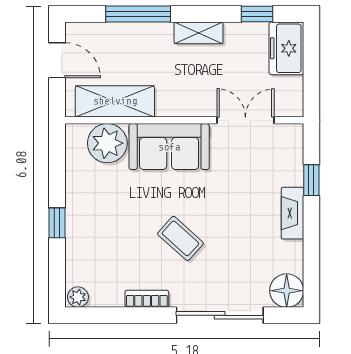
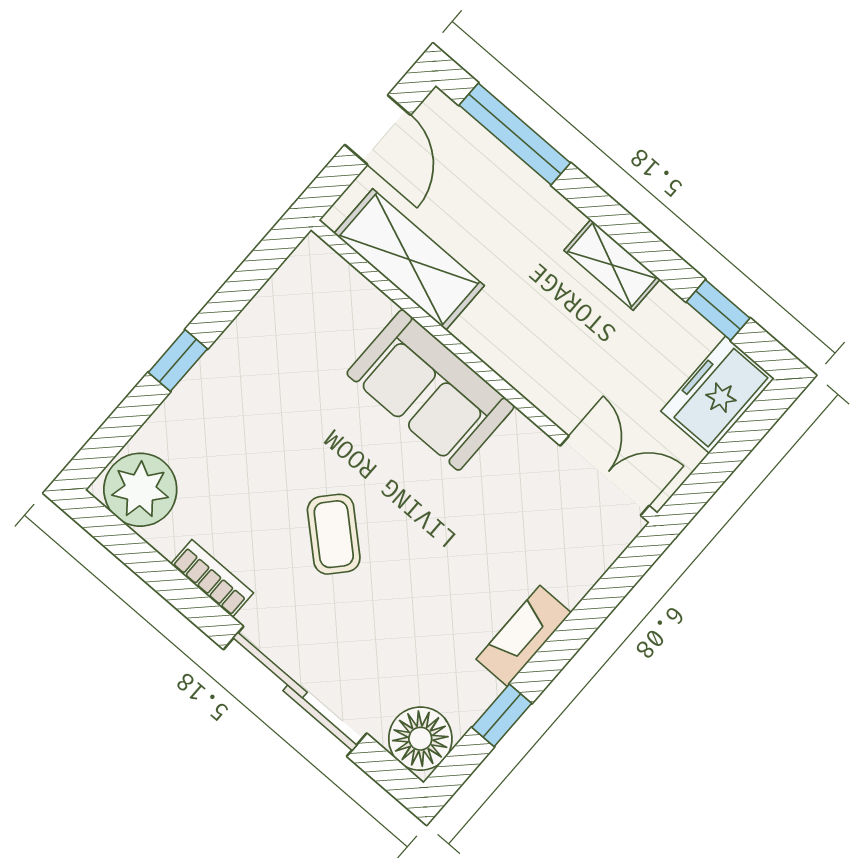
window: (138, 14) -> (515, 134), moved
double door: (245, 120) -> (605, 476), moved
plant: (107, 143) -> (347, 309), removed
window: (311, 180) -> (502, 715), moved
plant: (78, 297) -> (140, 490), width x1.87, depth x1.87

